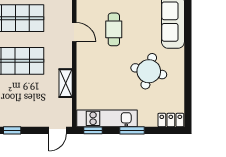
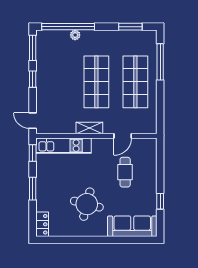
cafe table: (114, 29) -> (125, 172), turned 90
shelving: (66, 83) -> (89, 128), moved
kitchen unit: (107, 118) -> (63, 146), moved, turned 90

